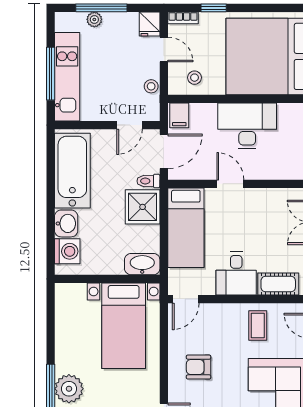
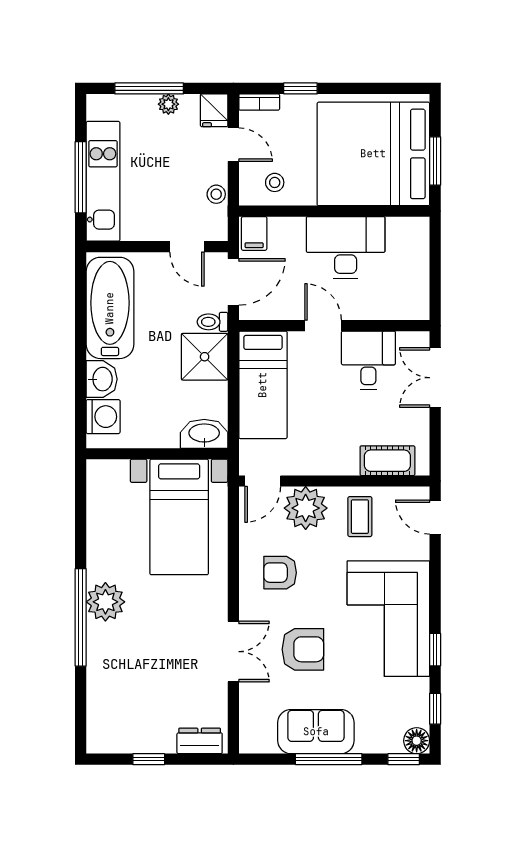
plant: (94, 19) -> (168, 104), moved
door: (129, 125) -> (187, 247), hinge flipped
desk: (236, 273) -> (368, 360), moved, turned 180
plant: (217, 319) -> (306, 508), added

